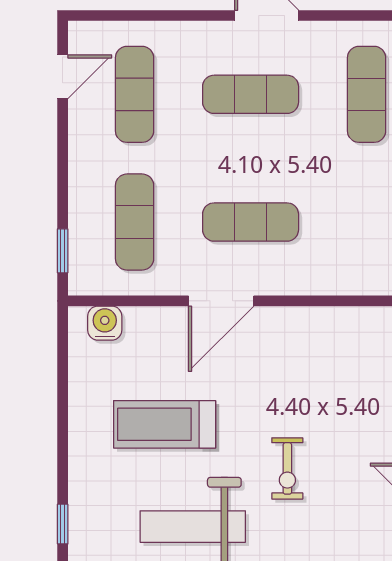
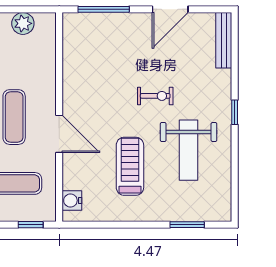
treadmill: (165, 424) -> (130, 166), turned 180
window: (63, 524) -> (187, 225), width x1.50

